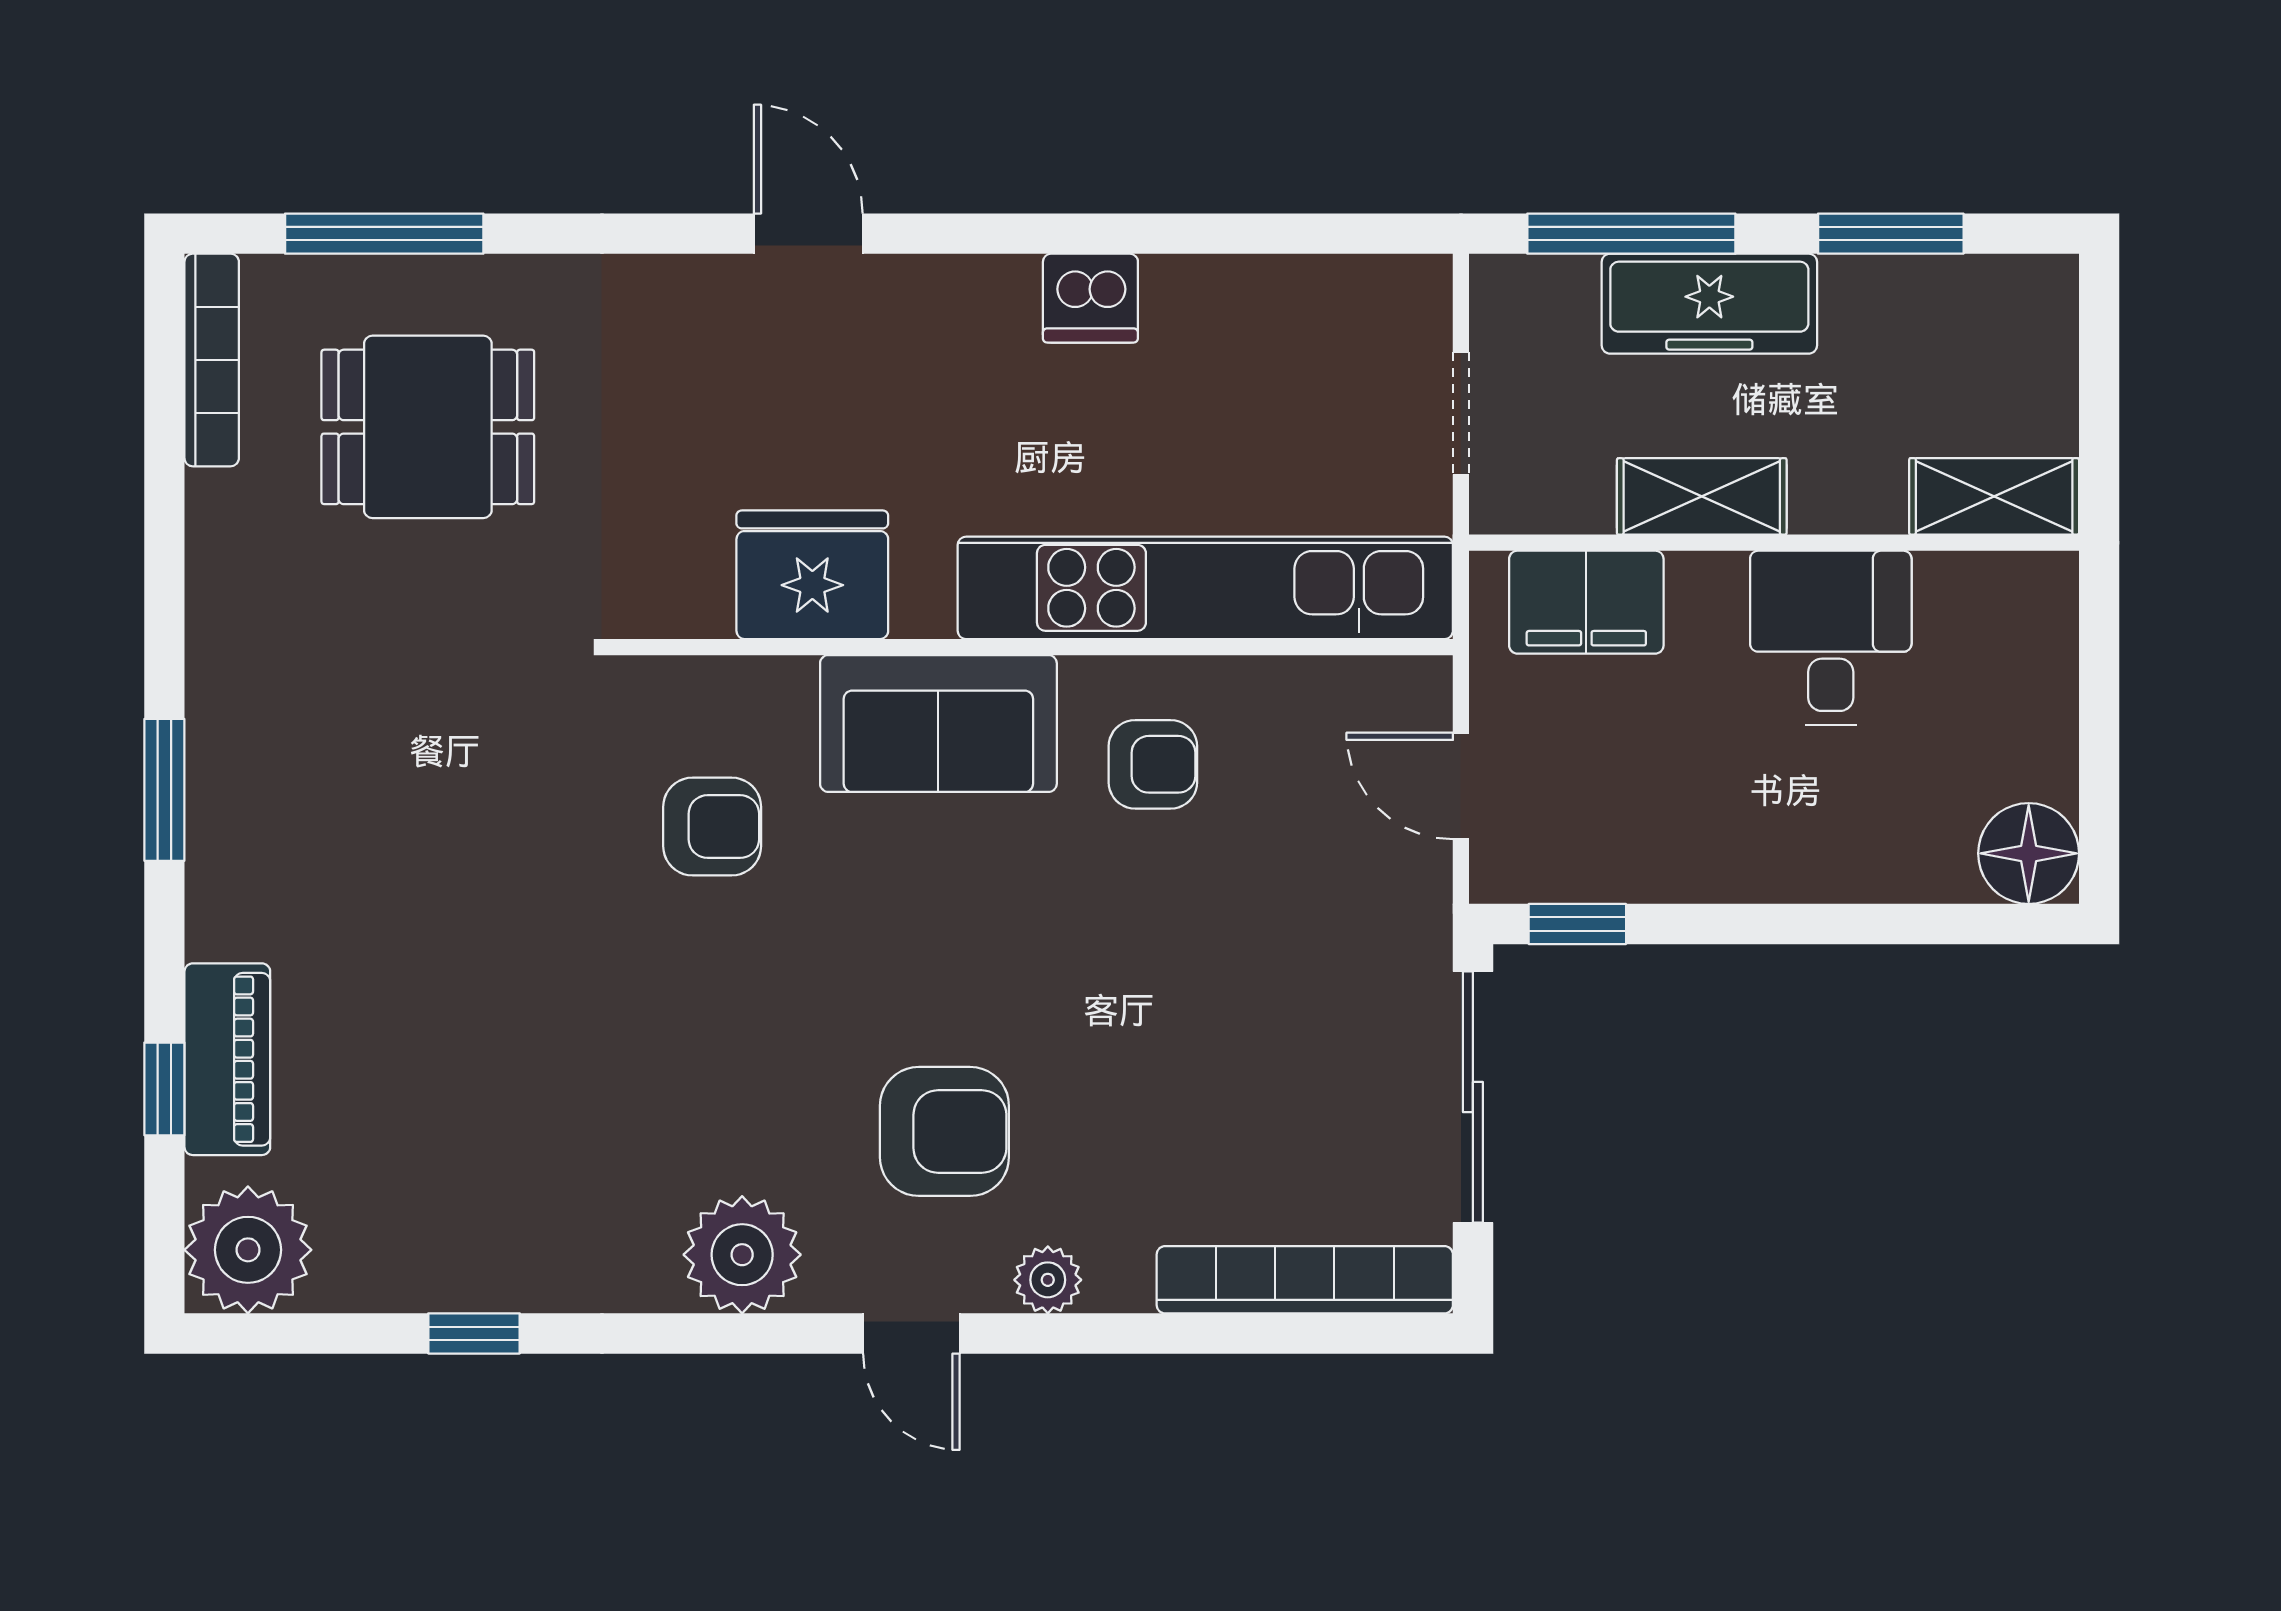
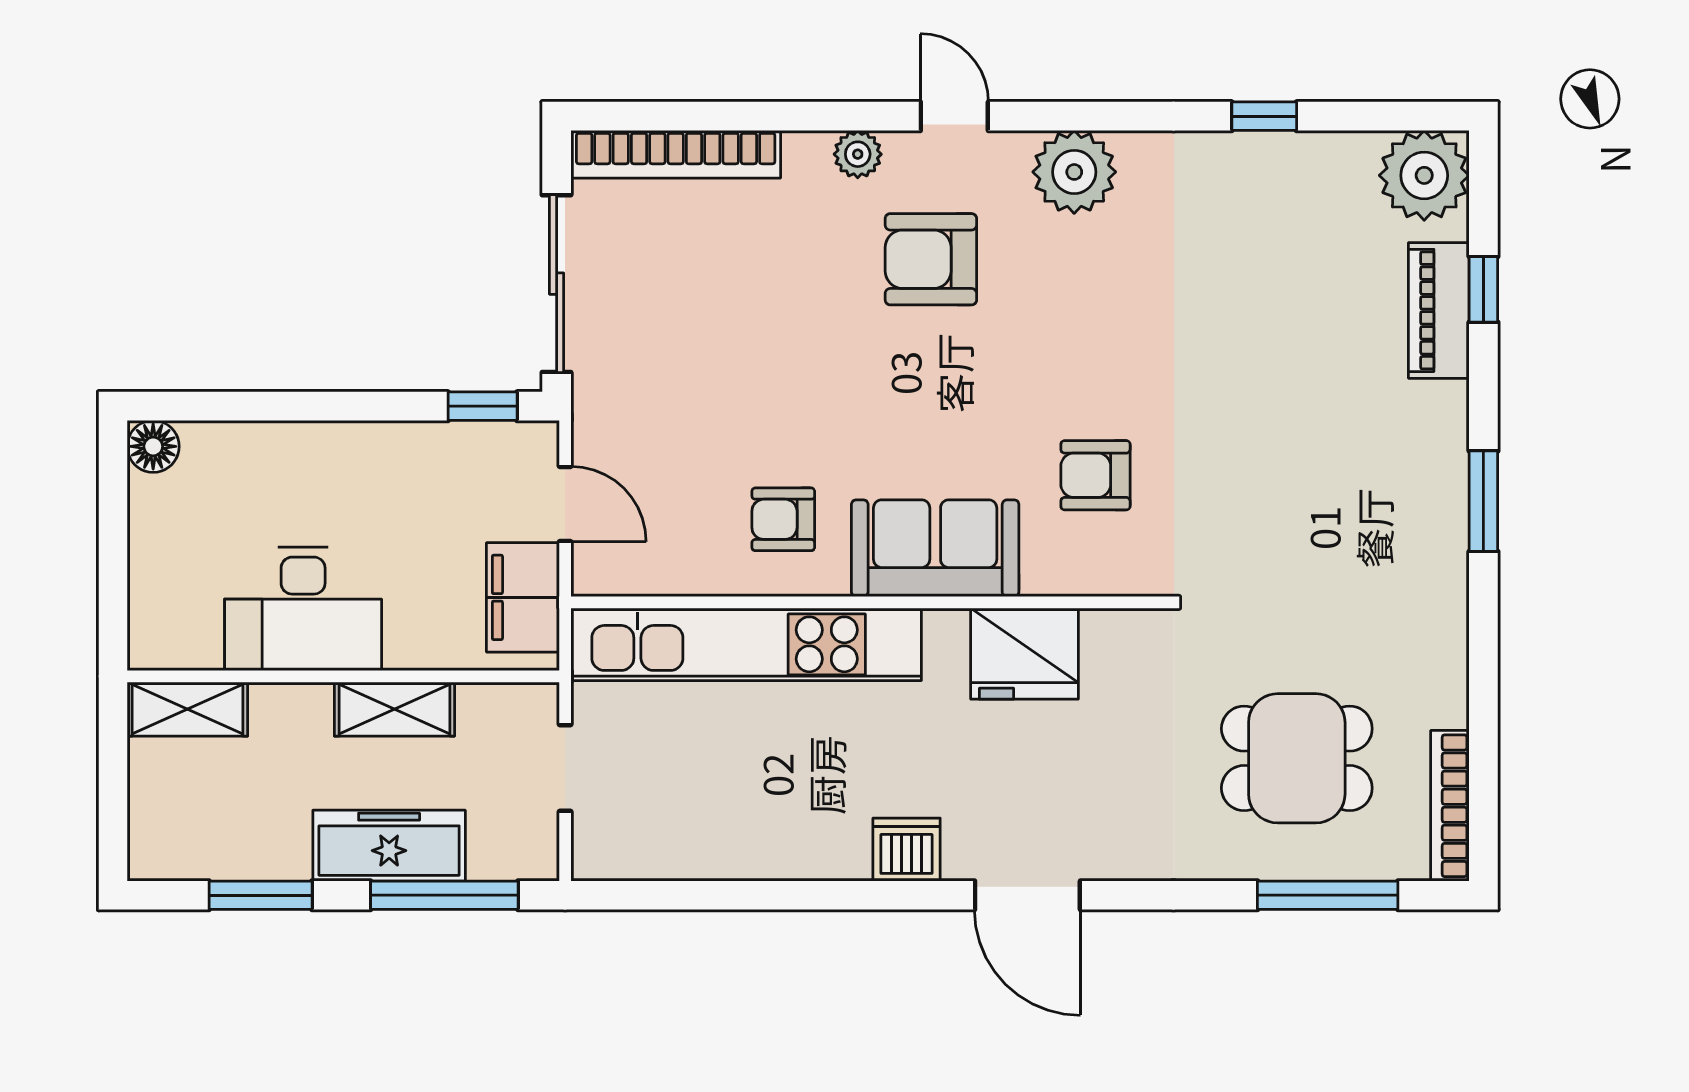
door: (808, 234) -> (1027, 895), width x1.38
dishwasher: (1090, 298) -> (907, 850), moved
filing cabinet: (1586, 602) -> (523, 597), moved, turned -90
desk: (1831, 638) -> (303, 609), width x1.37
floor lamp: (2029, 853) -> (153, 446), width x0.73, depth x0.73

